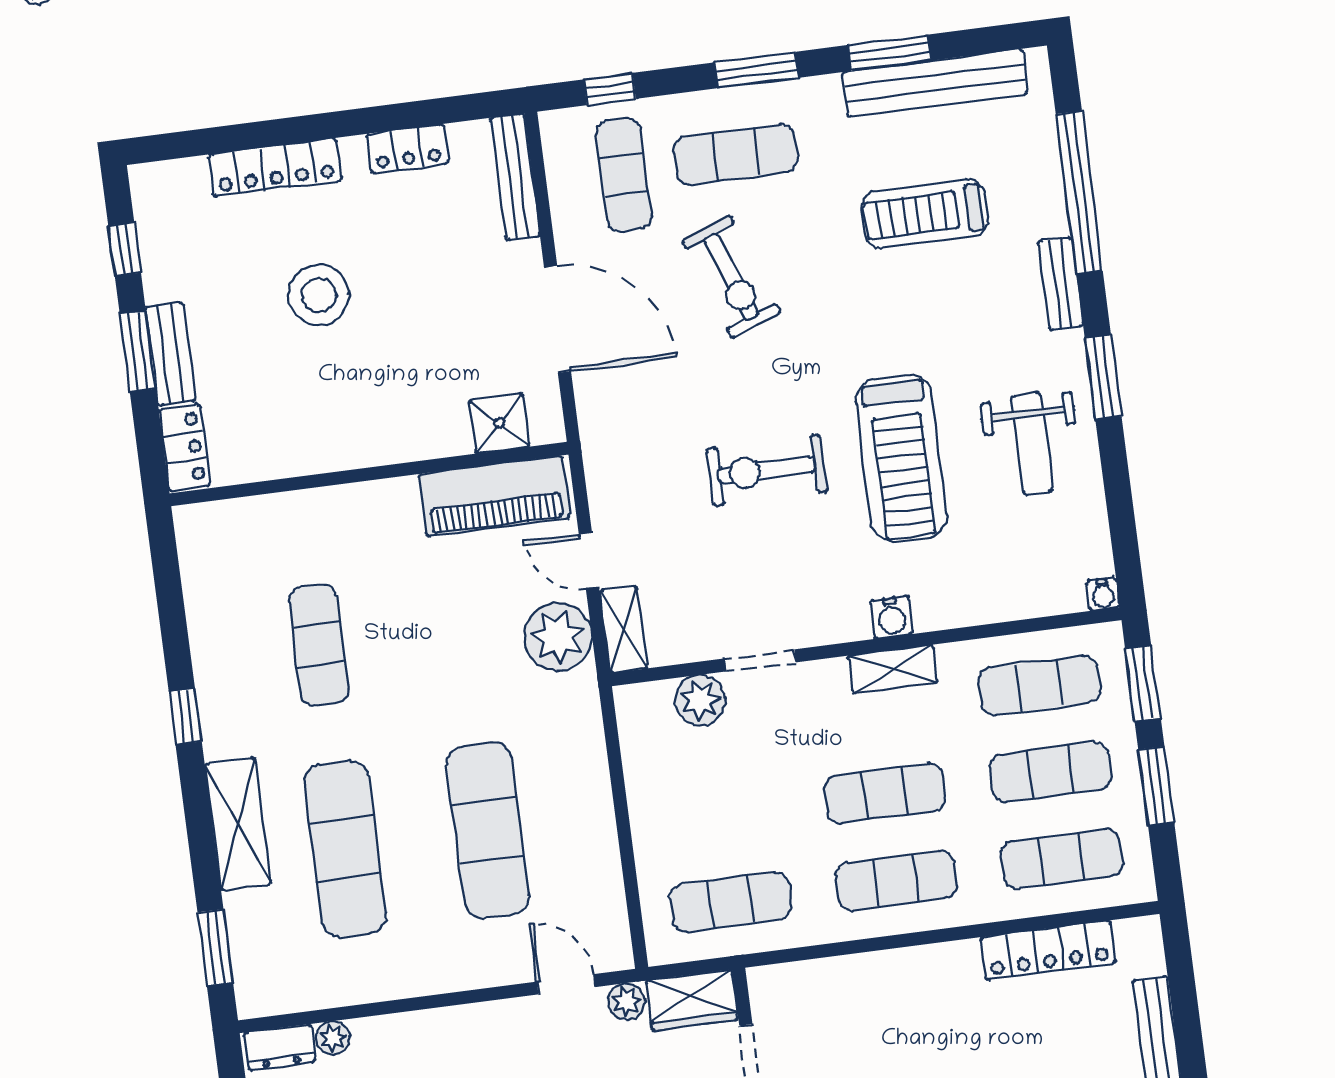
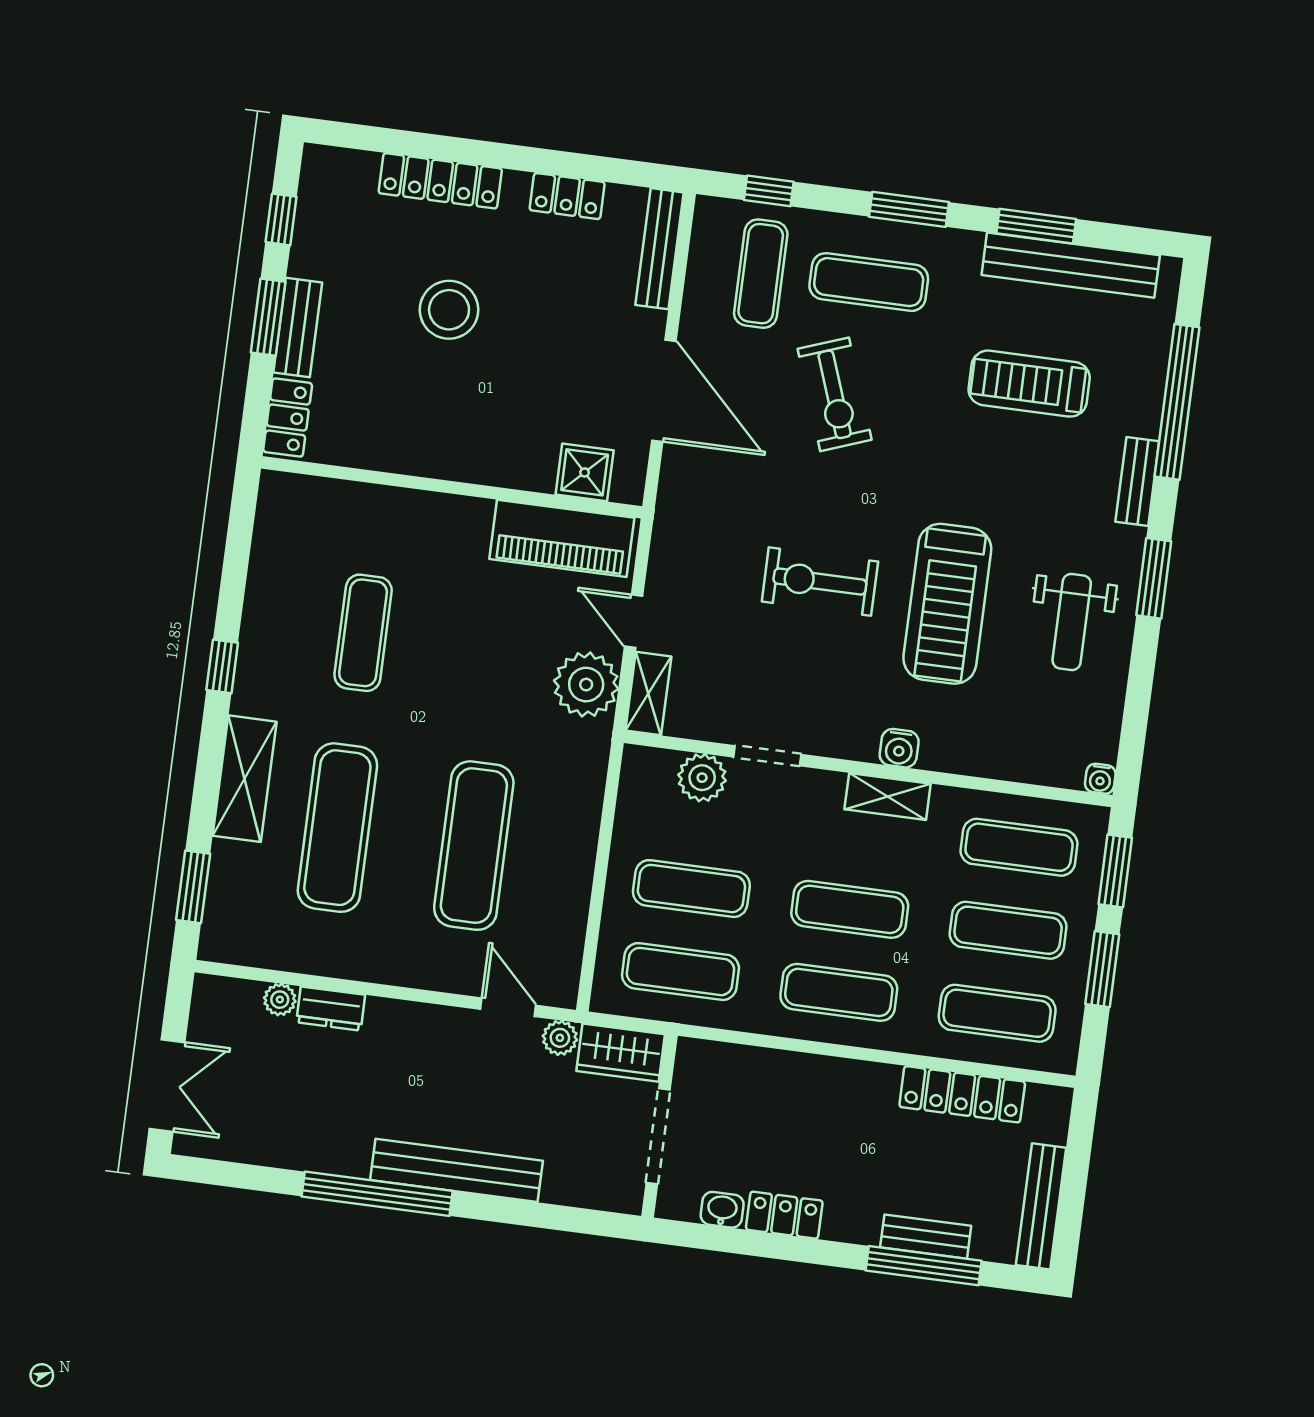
exercise mat: (719, 815) -> (691, 889), added
dresser: (280, 1047) -> (331, 1009), moved

